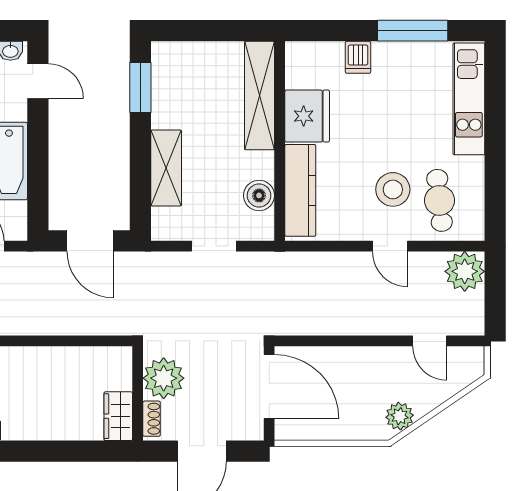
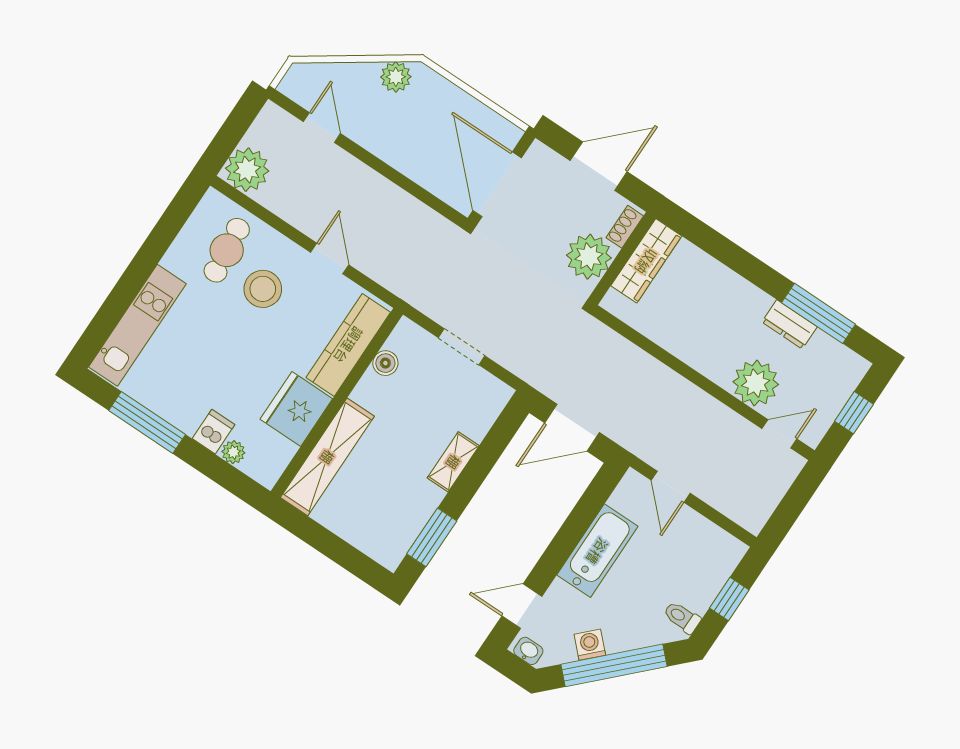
plant: (333, 52) -> (233, 452), added
door: (38, 81) -> (522, 606), hinge flipped
shelving: (166, 168) -> (453, 462), width x0.67, depth x0.75
boiler: (259, 195) -> (385, 363), width x0.73, depth x0.73
door: (90, 241) -> (572, 428), swing flipped
door: (390, 246) -> (330, 259), moved
wardrobe: (118, 416) -> (646, 261), width x1.50

